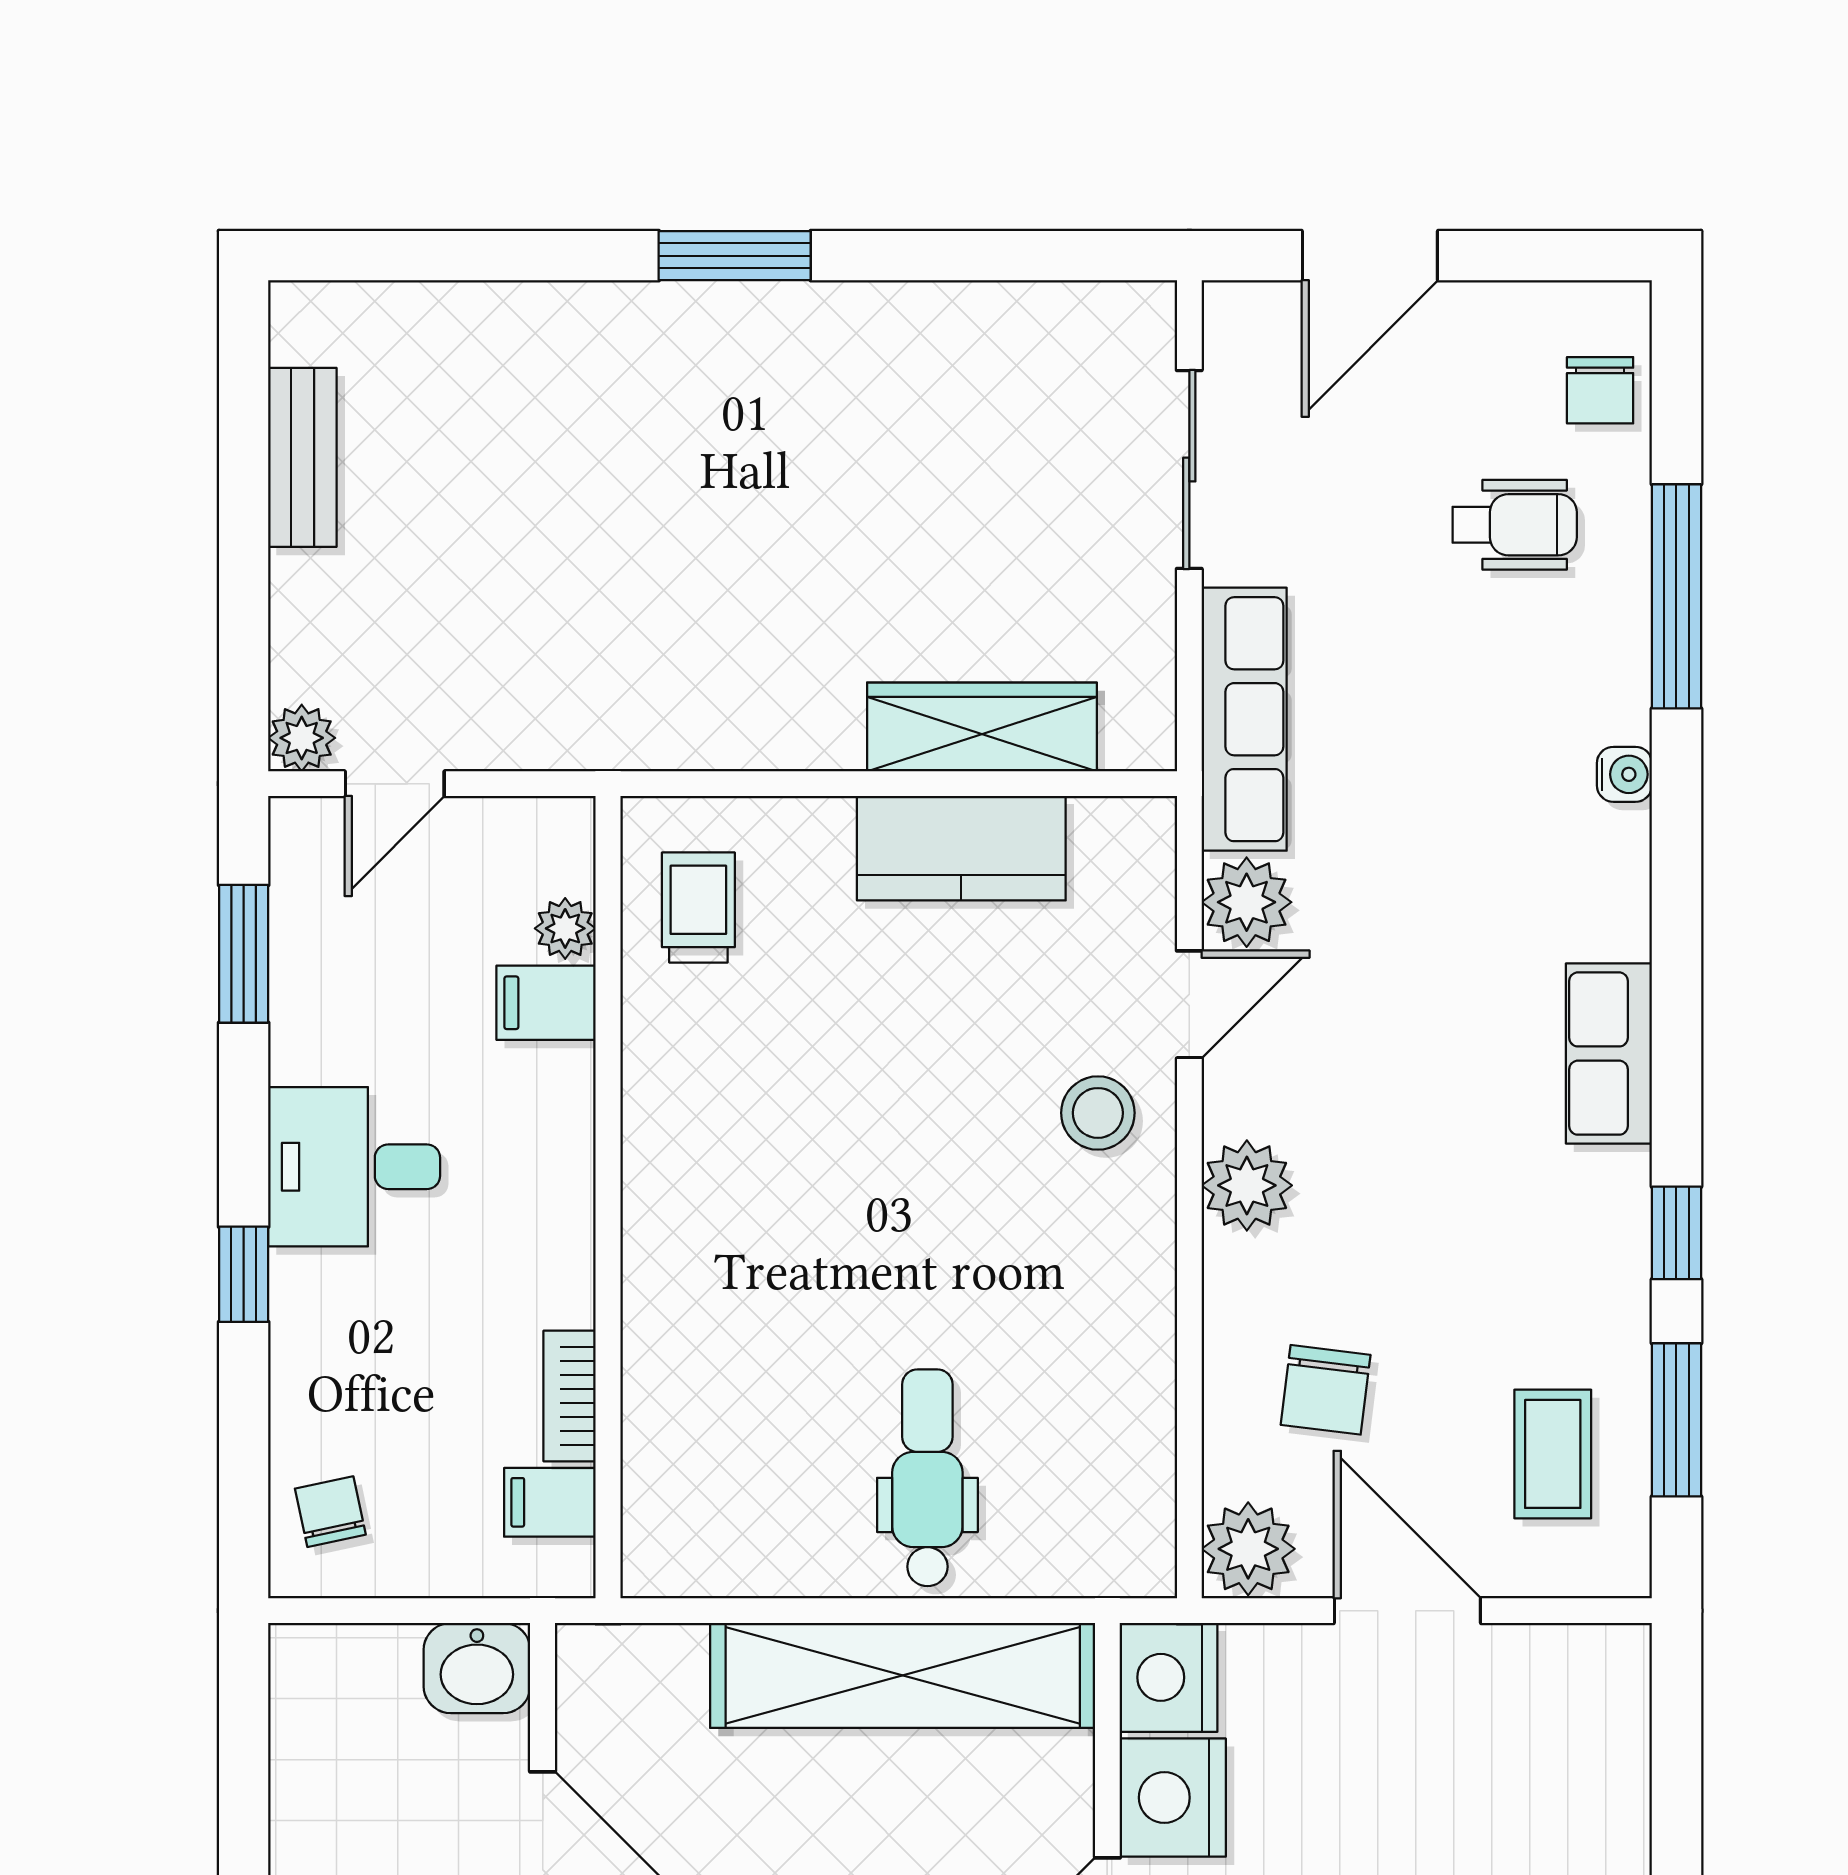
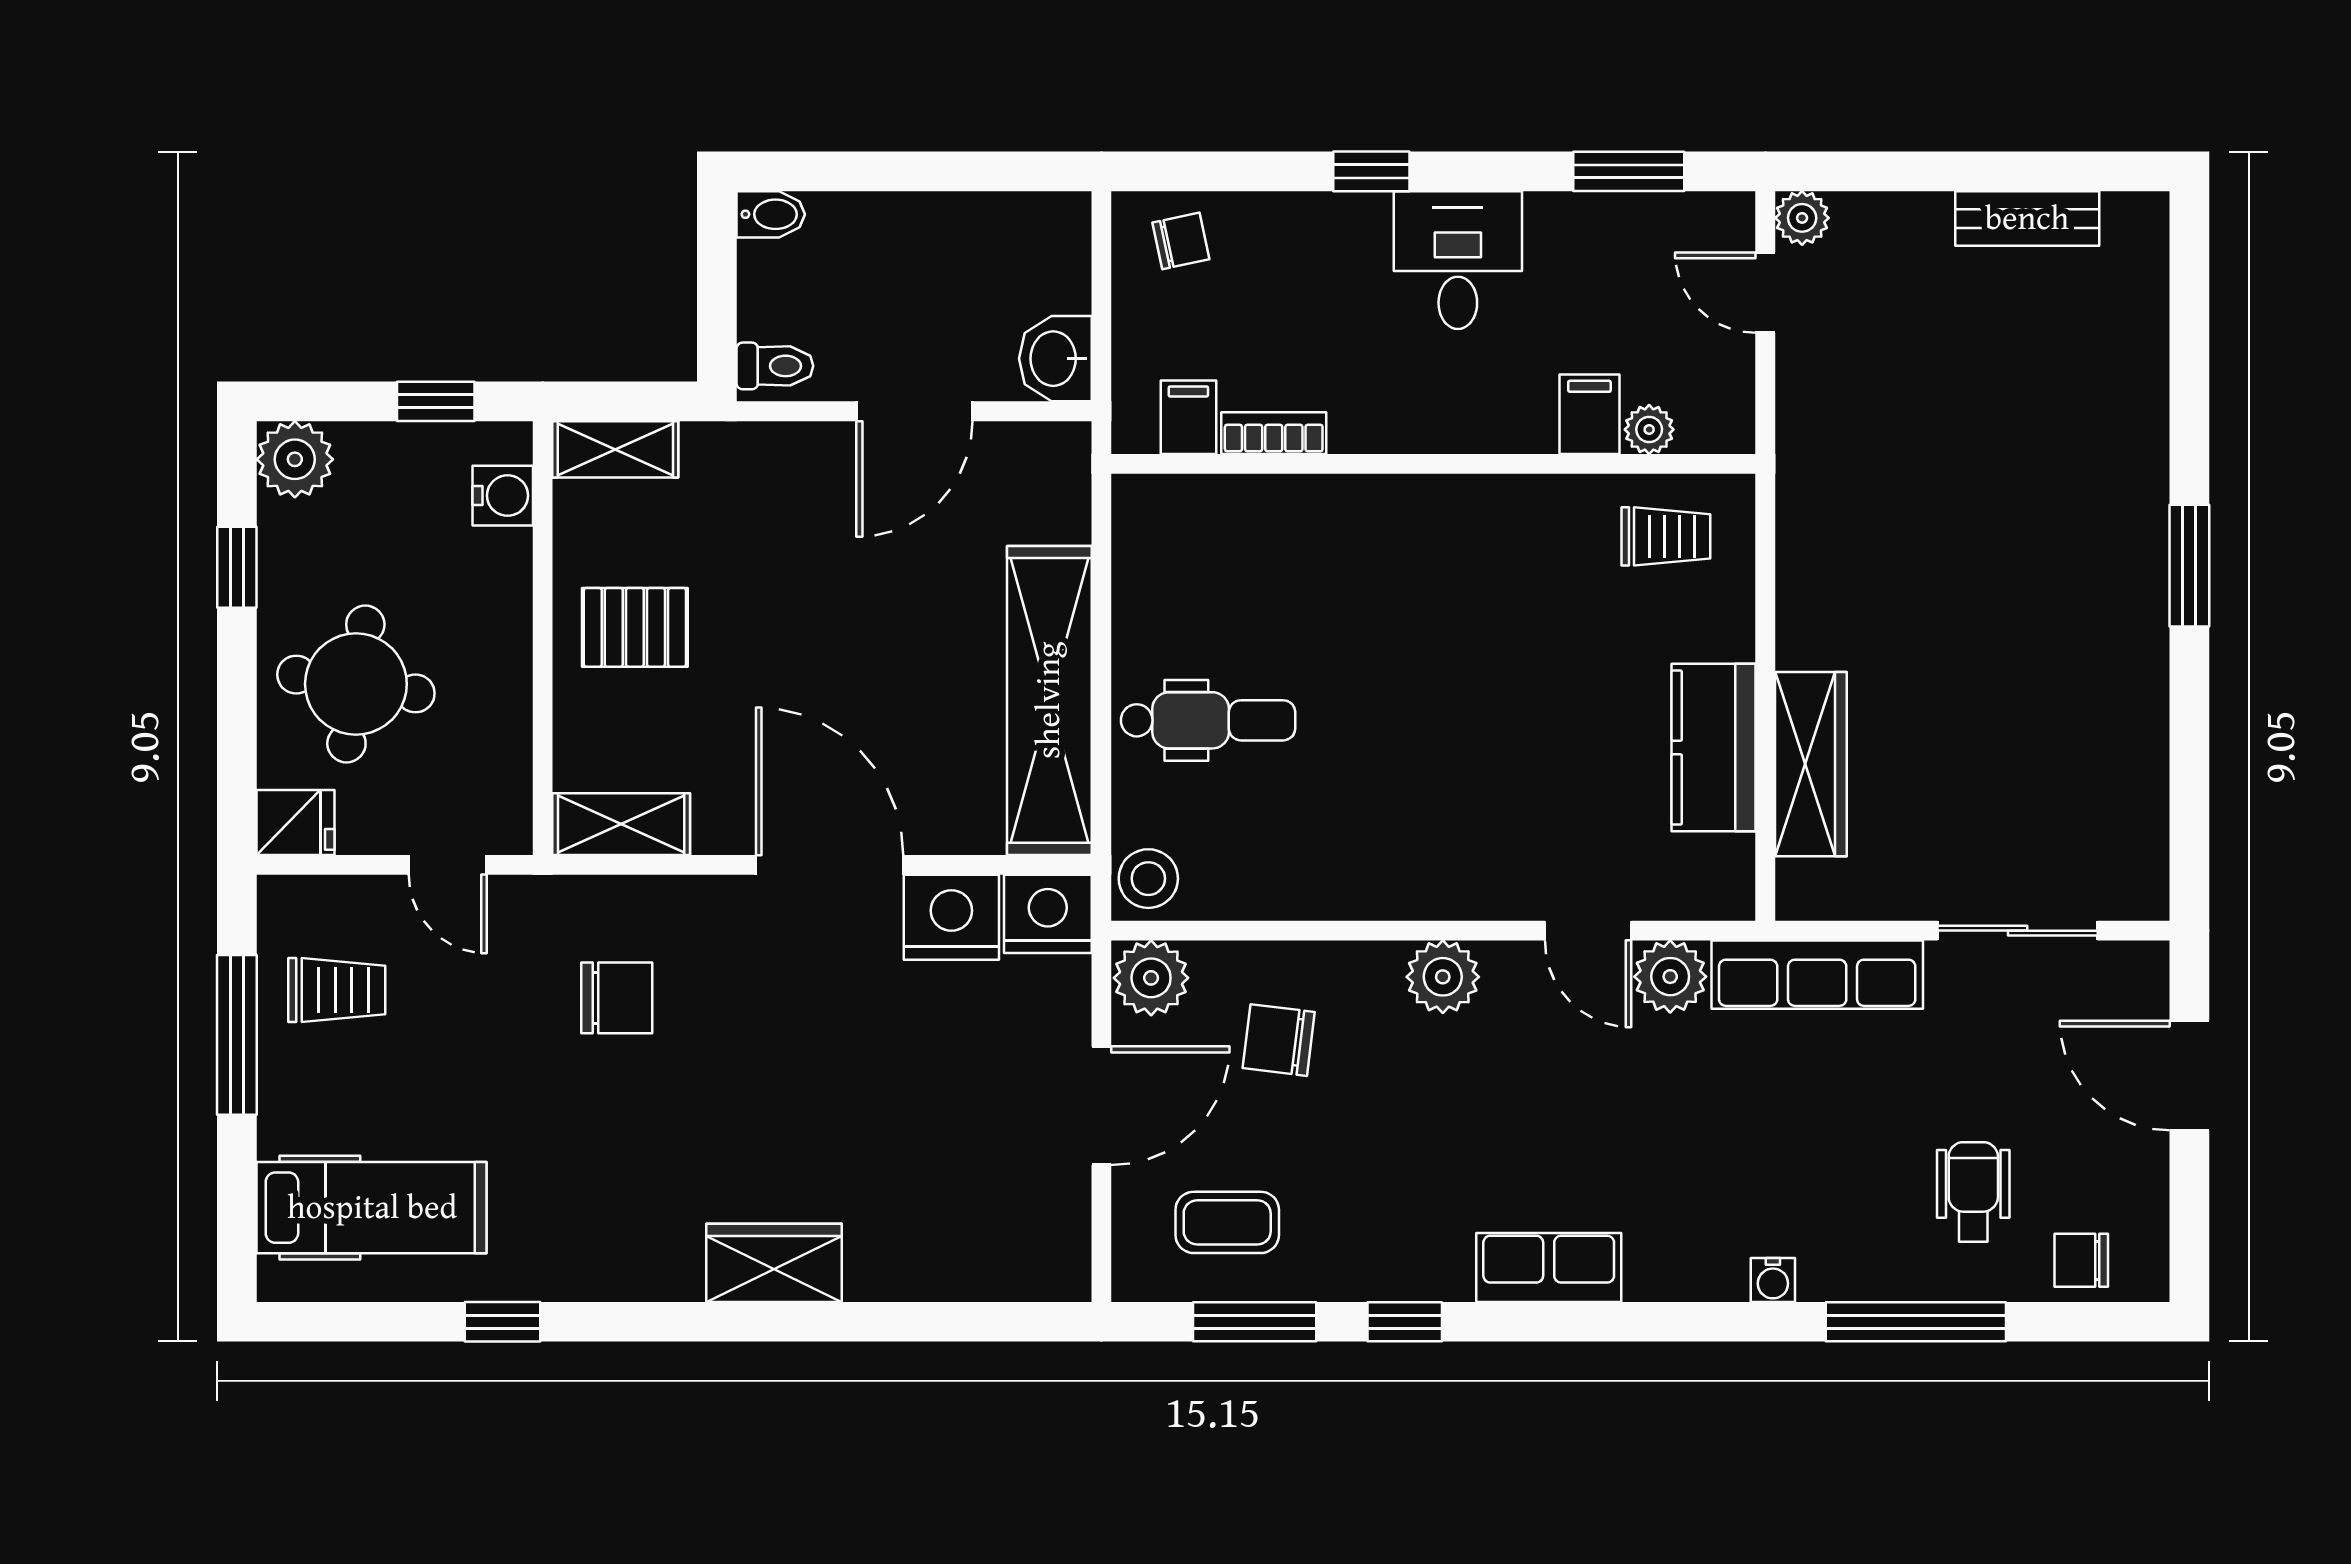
wheelchair: (1515, 525) -> (1973, 1192), turned 180
stool: (1098, 1113) -> (1148, 879), moved

